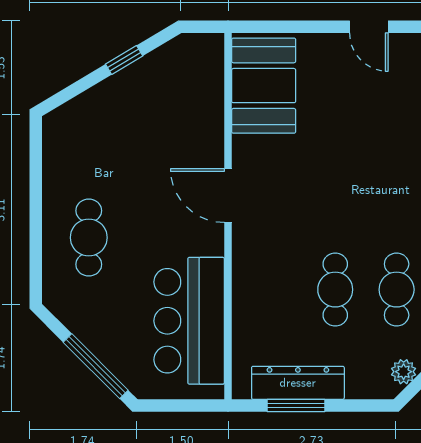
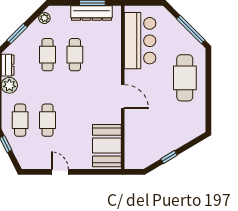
cafe table: (397, 143) -> (48, 120), added
cafe table: (89, 238) -> (185, 78), width x1.37, depth x1.35
window: (96, 366) -> (191, 30), moved

